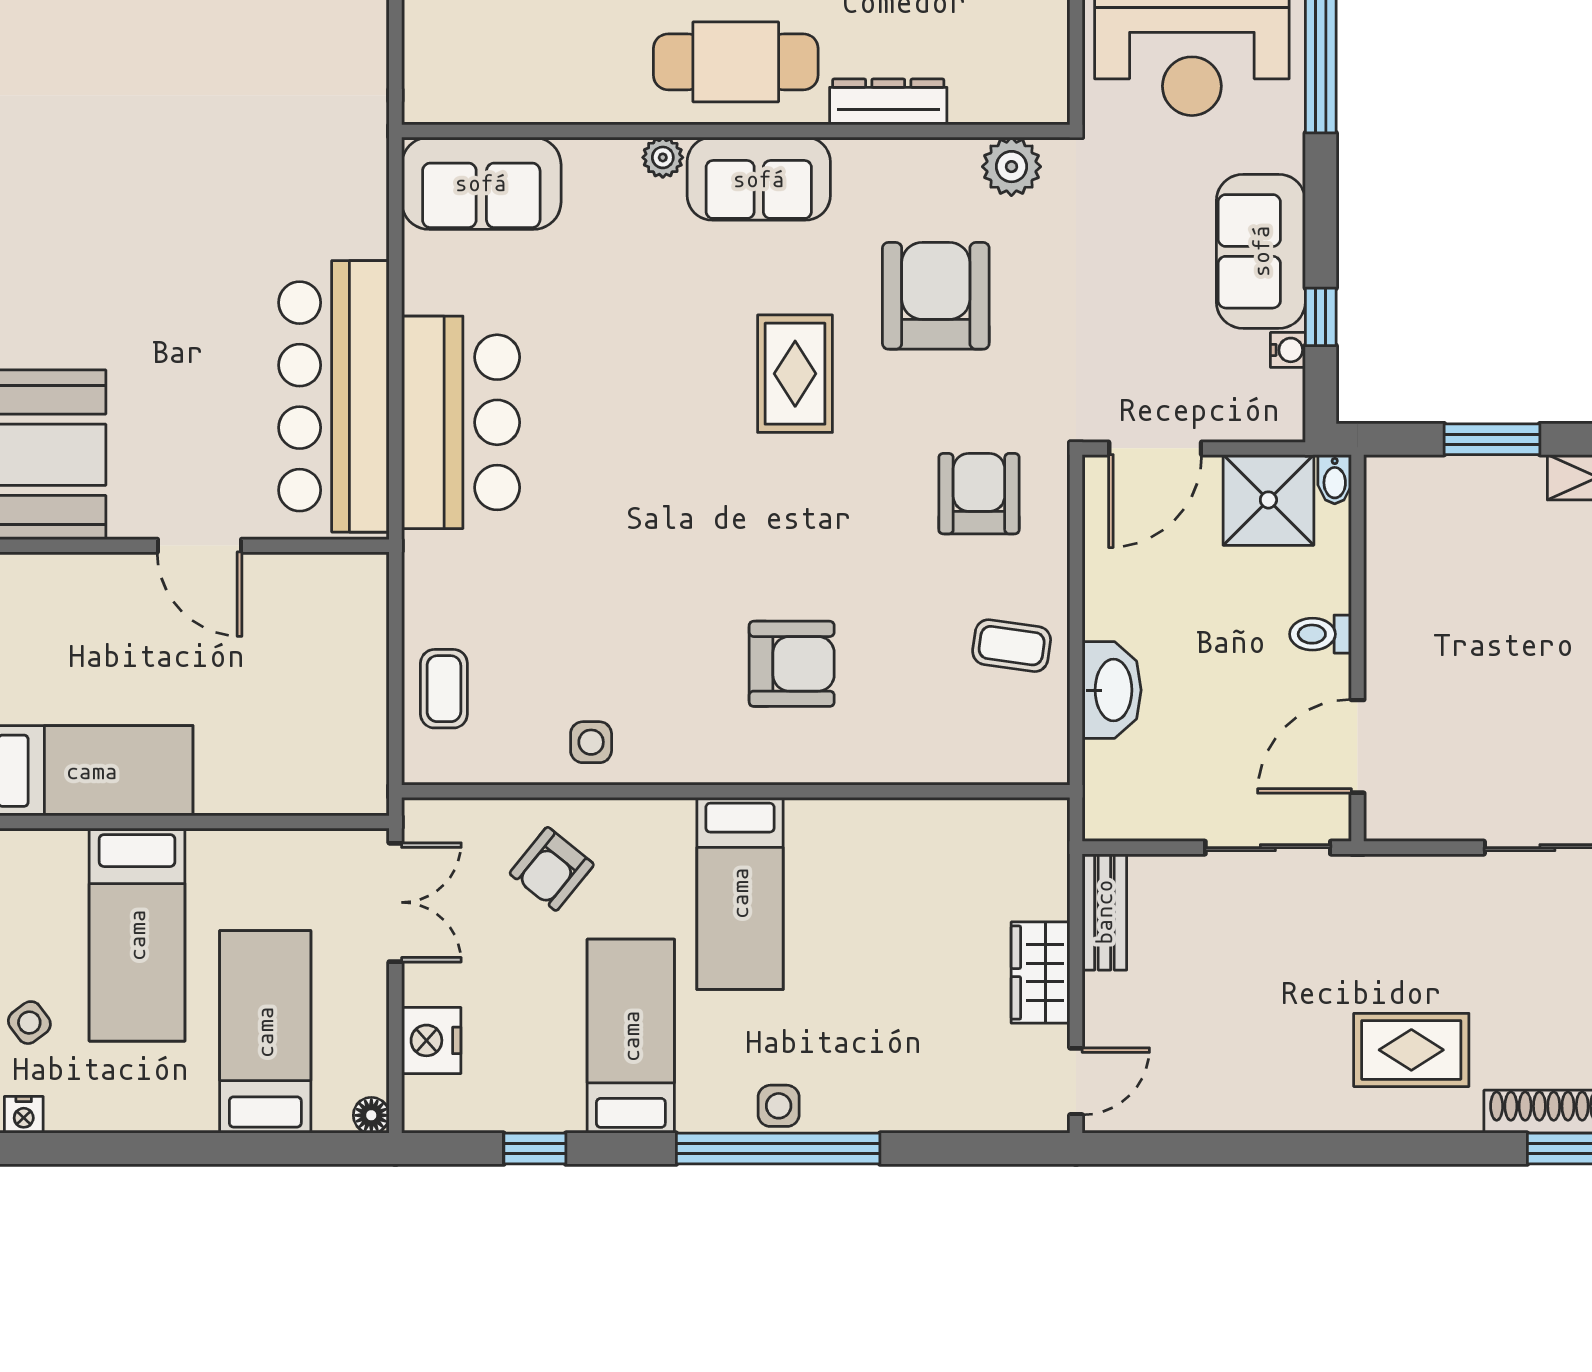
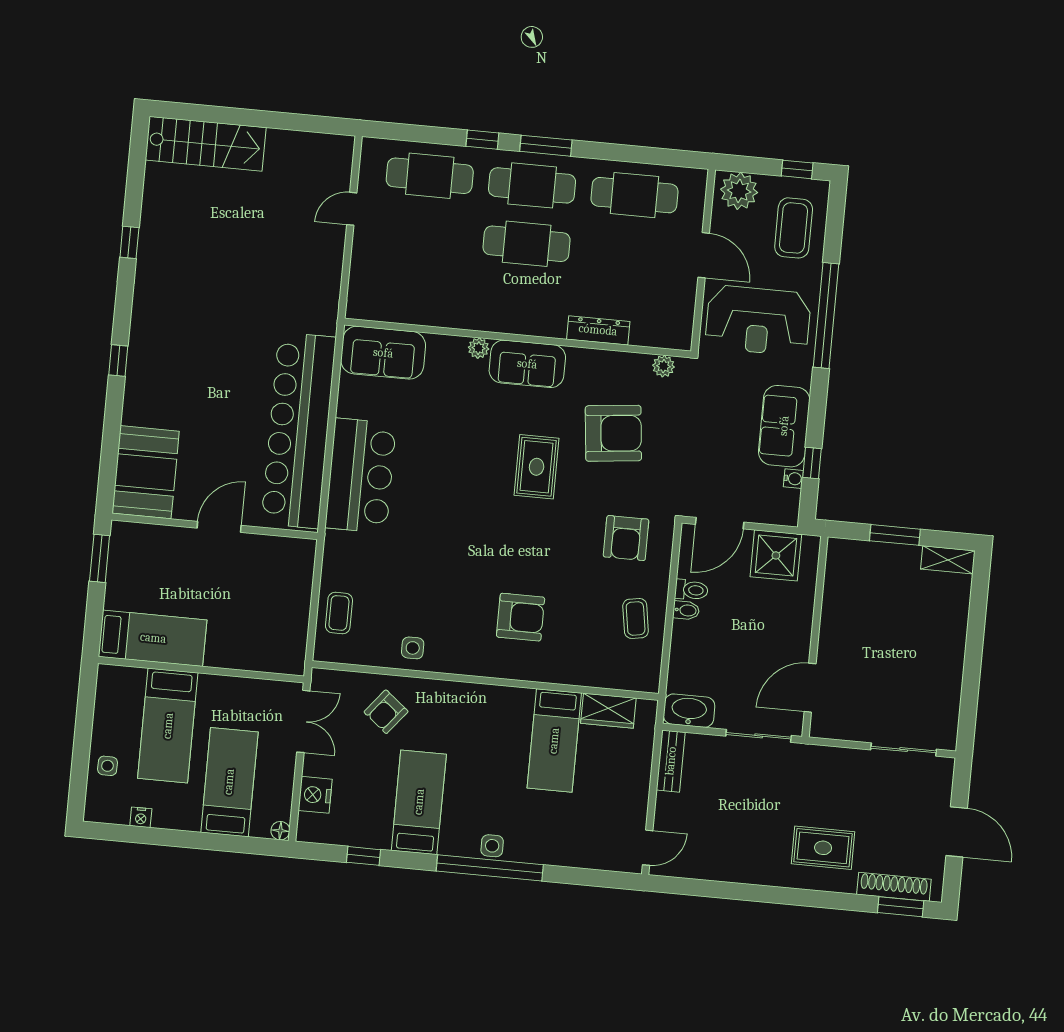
cafe table: (736, 62) -> (521, 302), removed
plant: (1011, 167) -> (664, 366), width x0.73, depth x0.73
armchair: (936, 296) -> (613, 433), turned 84
bar counter: (334, 396) -> (299, 430), width x1.36
bidet: (1335, 479) -> (686, 610), moved, turned -90
armchair: (979, 494) -> (626, 538), turned 180
door: (199, 546) -> (219, 527), swing flipped
toilet: (1320, 634) -> (691, 590), moved, turned 180
coffee table: (1012, 646) -> (636, 618), turned 73
washbasin: (1112, 690) -> (689, 711), moved, turned -90
bed: (740, 893) -> (554, 741), moved
wardrobe: (1041, 973) -> (608, 711), moved, turned -90
side table: (29, 1023) -> (108, 766), turned 38
nightstand: (24, 1115) -> (141, 817), moved

